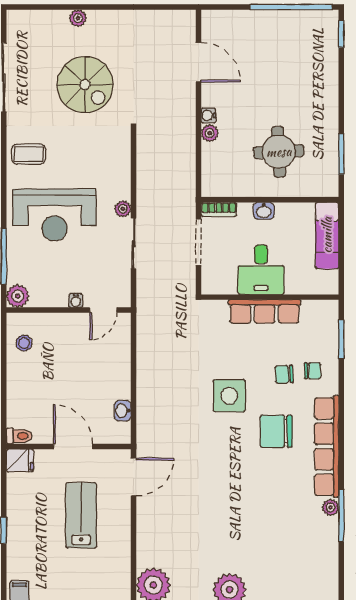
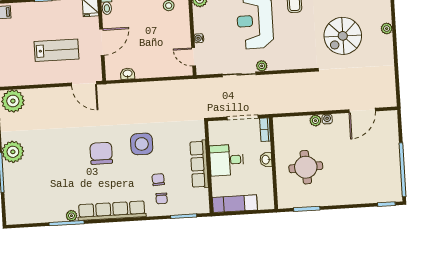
exam couch: (327, 235) -> (235, 204), moved
chair: (276, 431) -> (101, 153), moved

